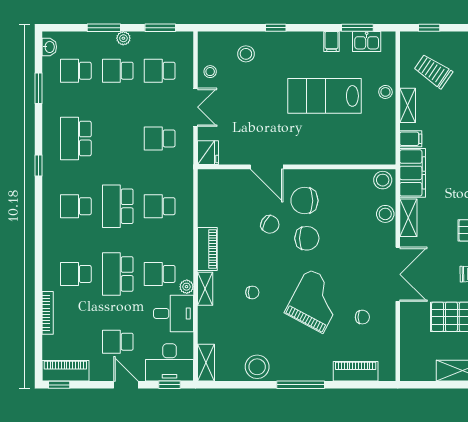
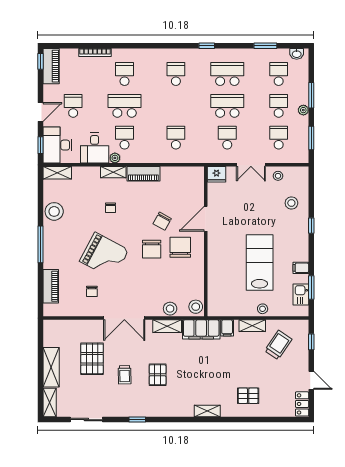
school desk: (118, 206) -> (227, 106), moved

